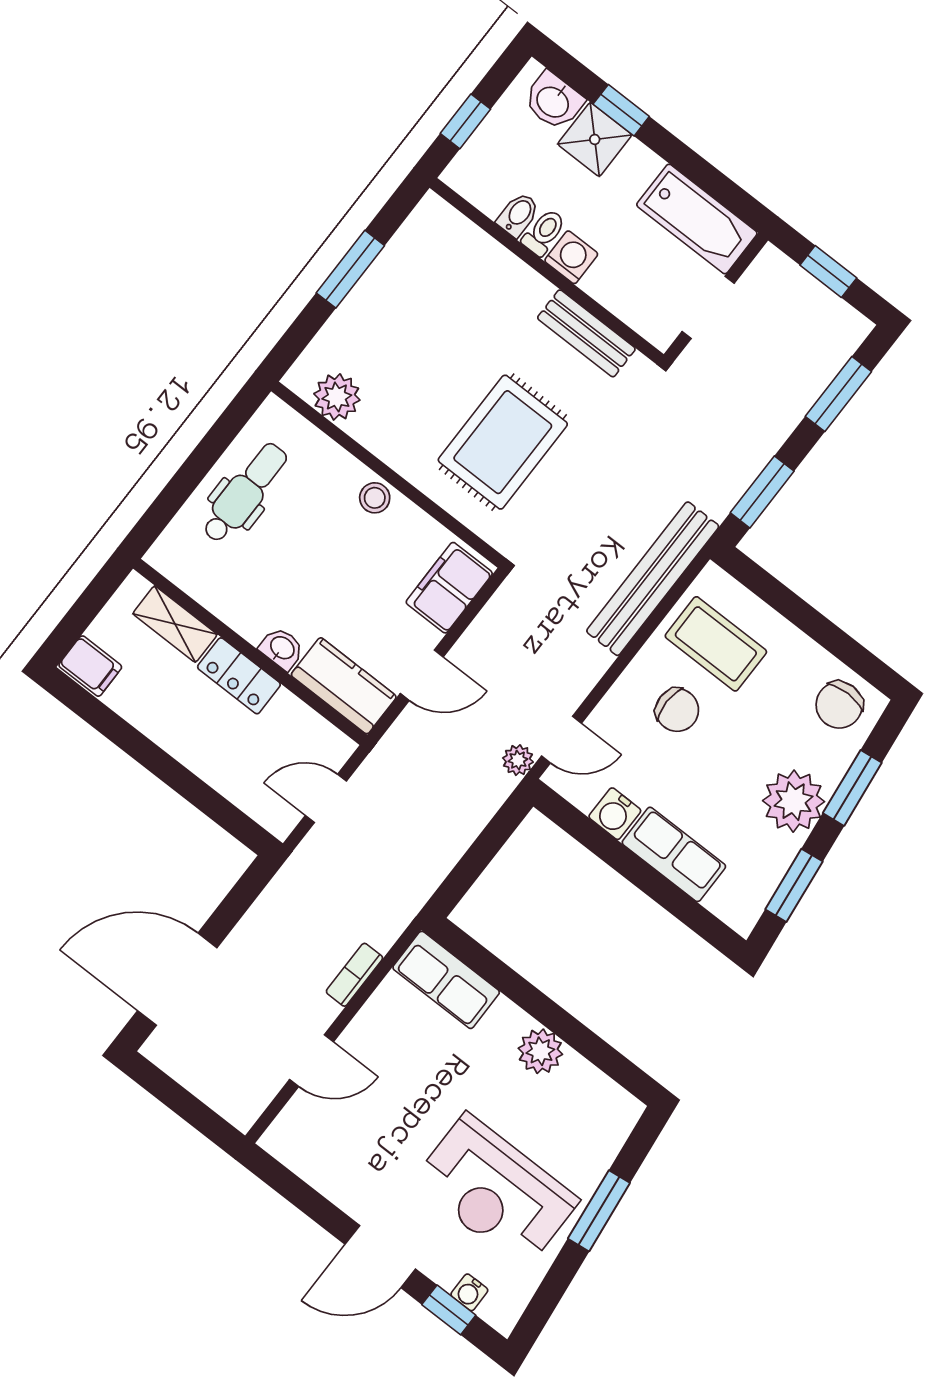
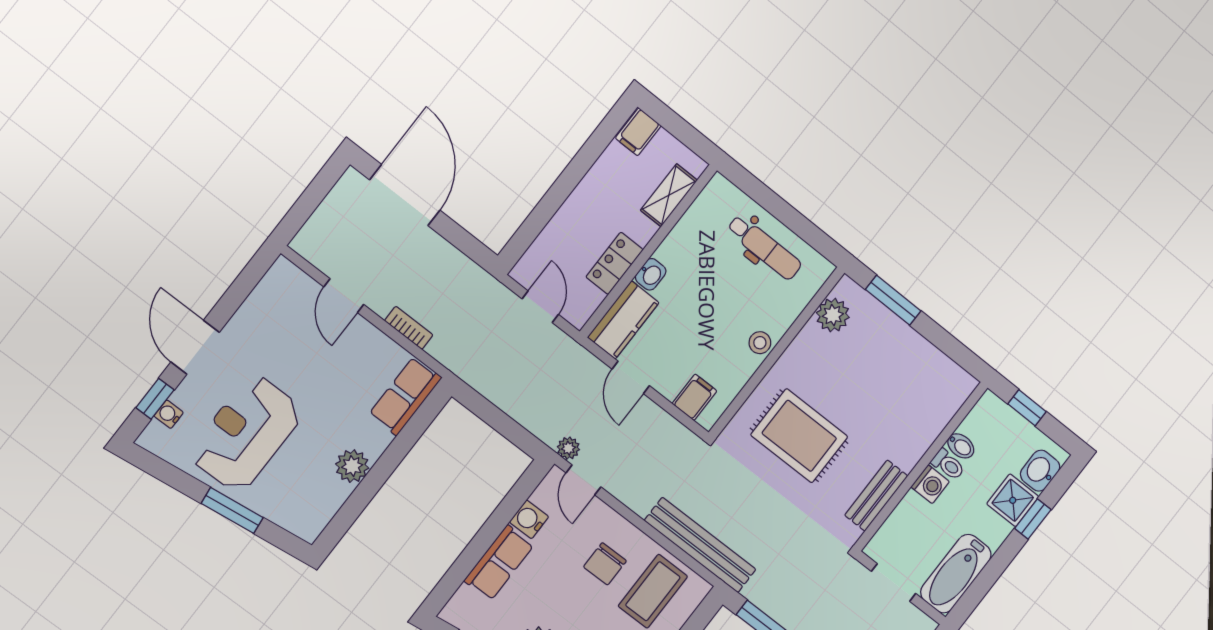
window: (350, 269) -> (893, 300), moved
filing cabinet: (449, 588) -> (694, 397), width x0.50
locker: (239, 676) -> (614, 263), moved

